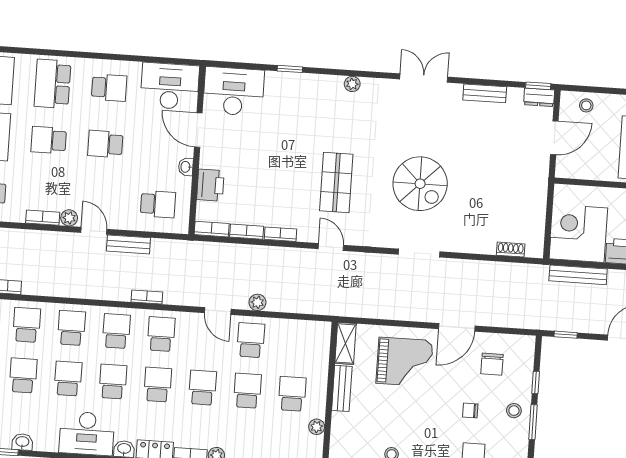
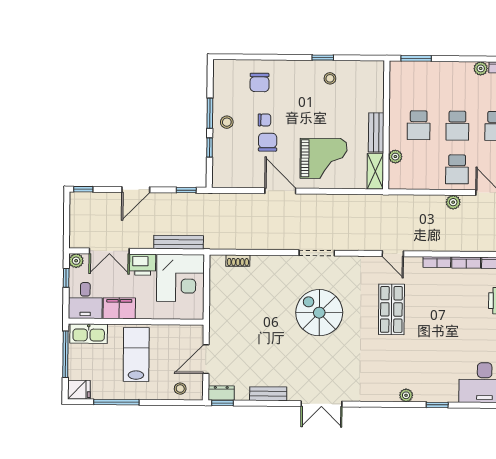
plant: (352, 84) -> (406, 395), moved
door: (457, 327) -> (280, 191), hinge flipped
grand piano: (404, 362) -> (324, 158), turned 180
chair: (492, 364) -> (268, 142), moved
plant: (317, 427) -> (395, 157), moved

